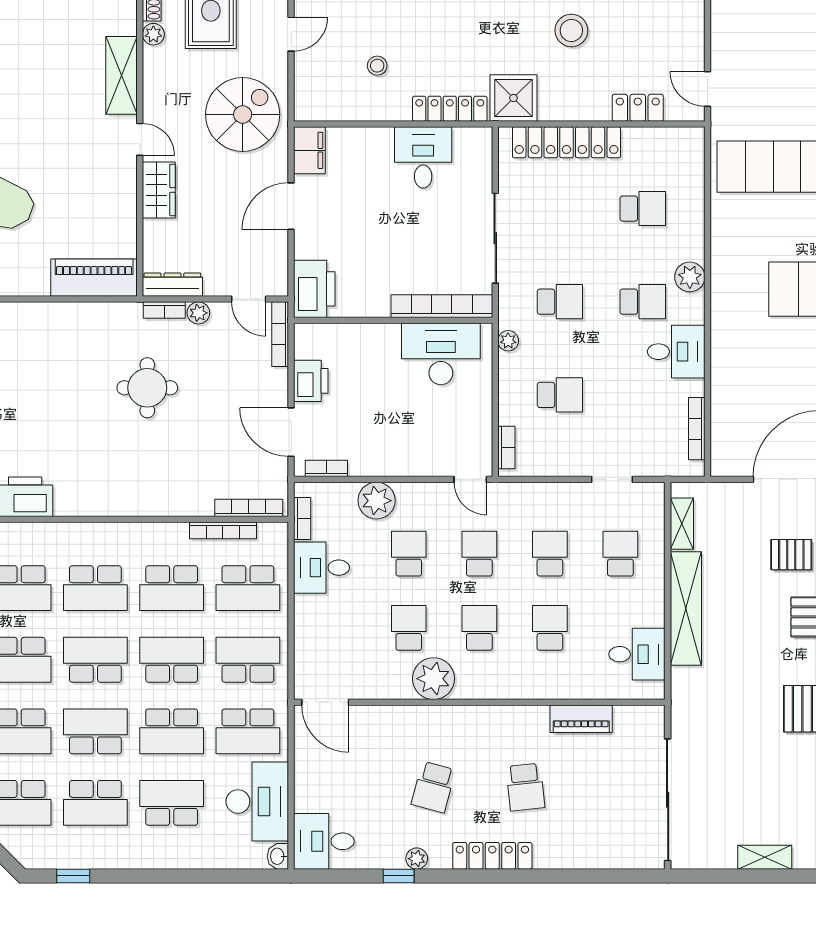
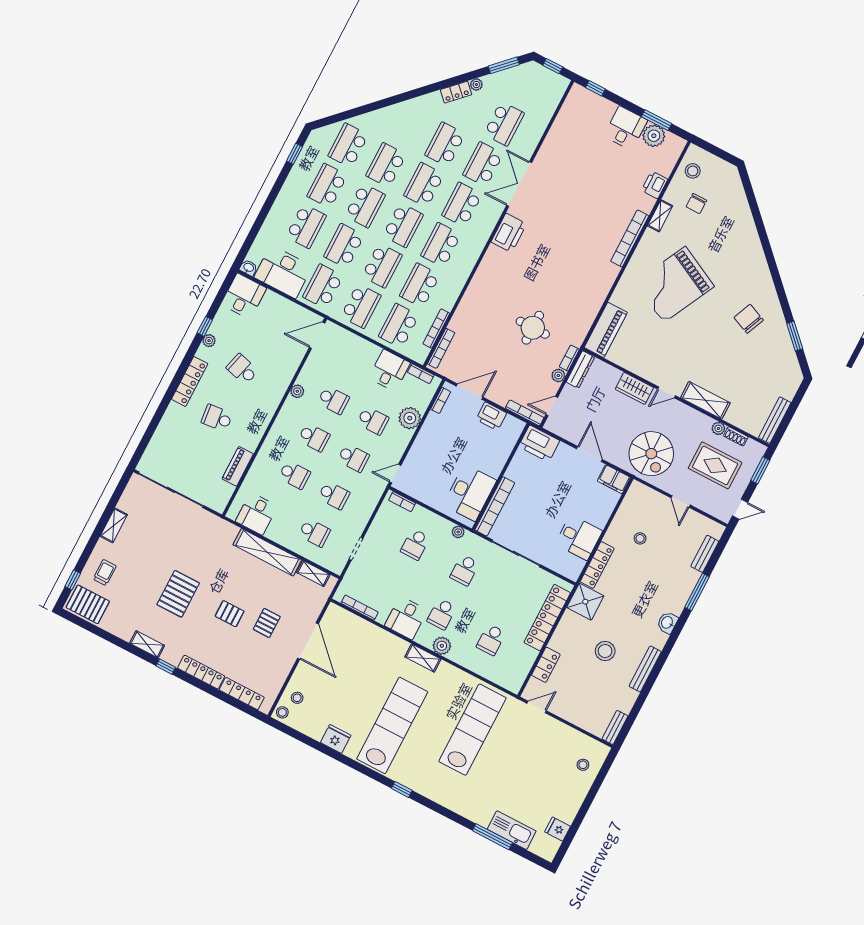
shelving: (723, 296) -> (423, 658), added
plant: (434, 679) -> (297, 391), width x0.53, depth x0.53

